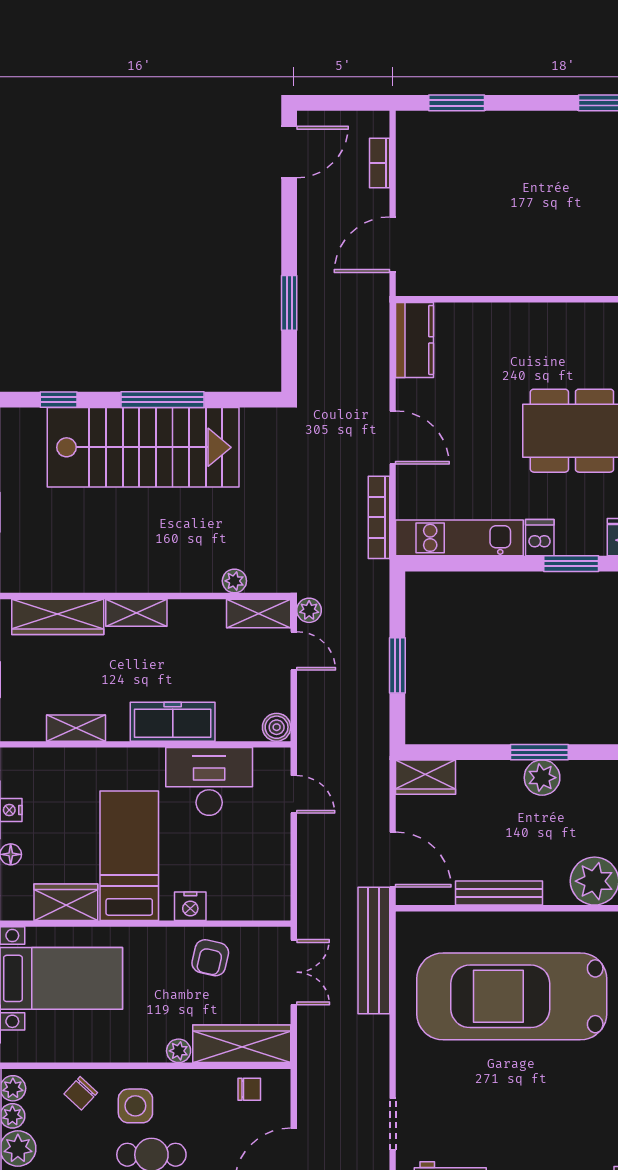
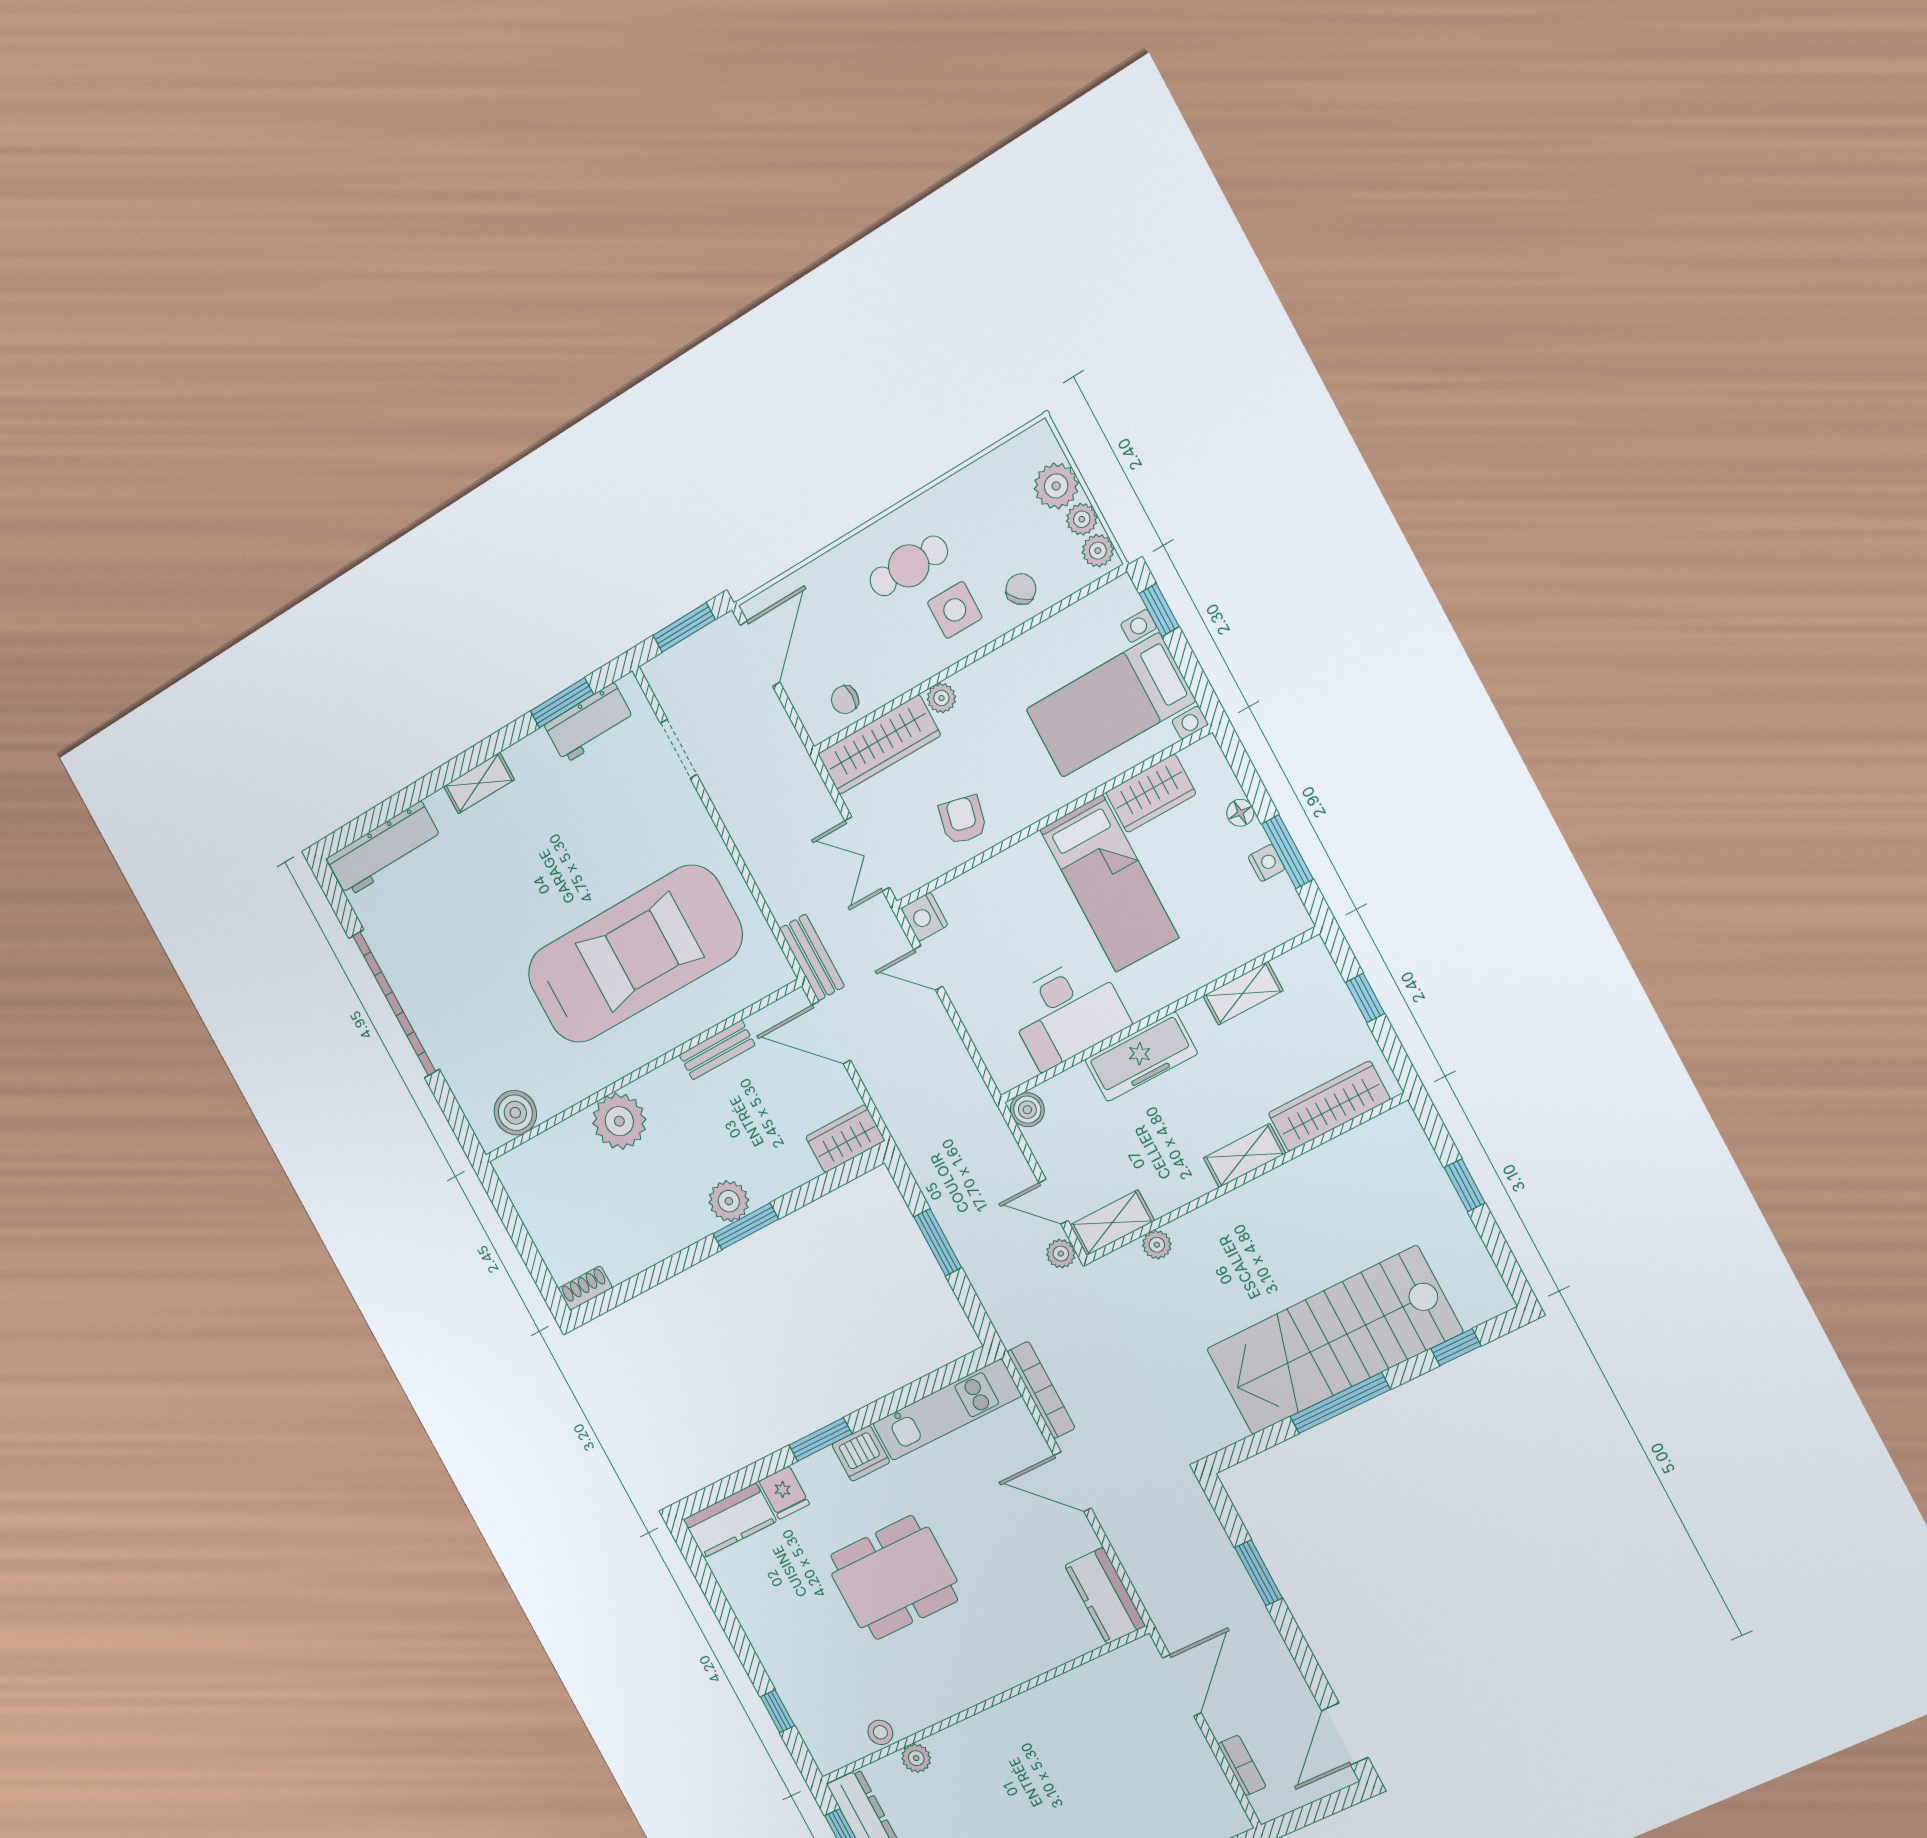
dishwasher: (540, 538) -> (861, 1453), width x1.38
door: (294, 794) -> (928, 968), moved
bench: (499, 893) -> (717, 1050), width x0.73
nightstand: (190, 906) -> (924, 917), moved, turned -90
bench: (374, 950) -> (812, 957), width x0.54, depth x0.82

